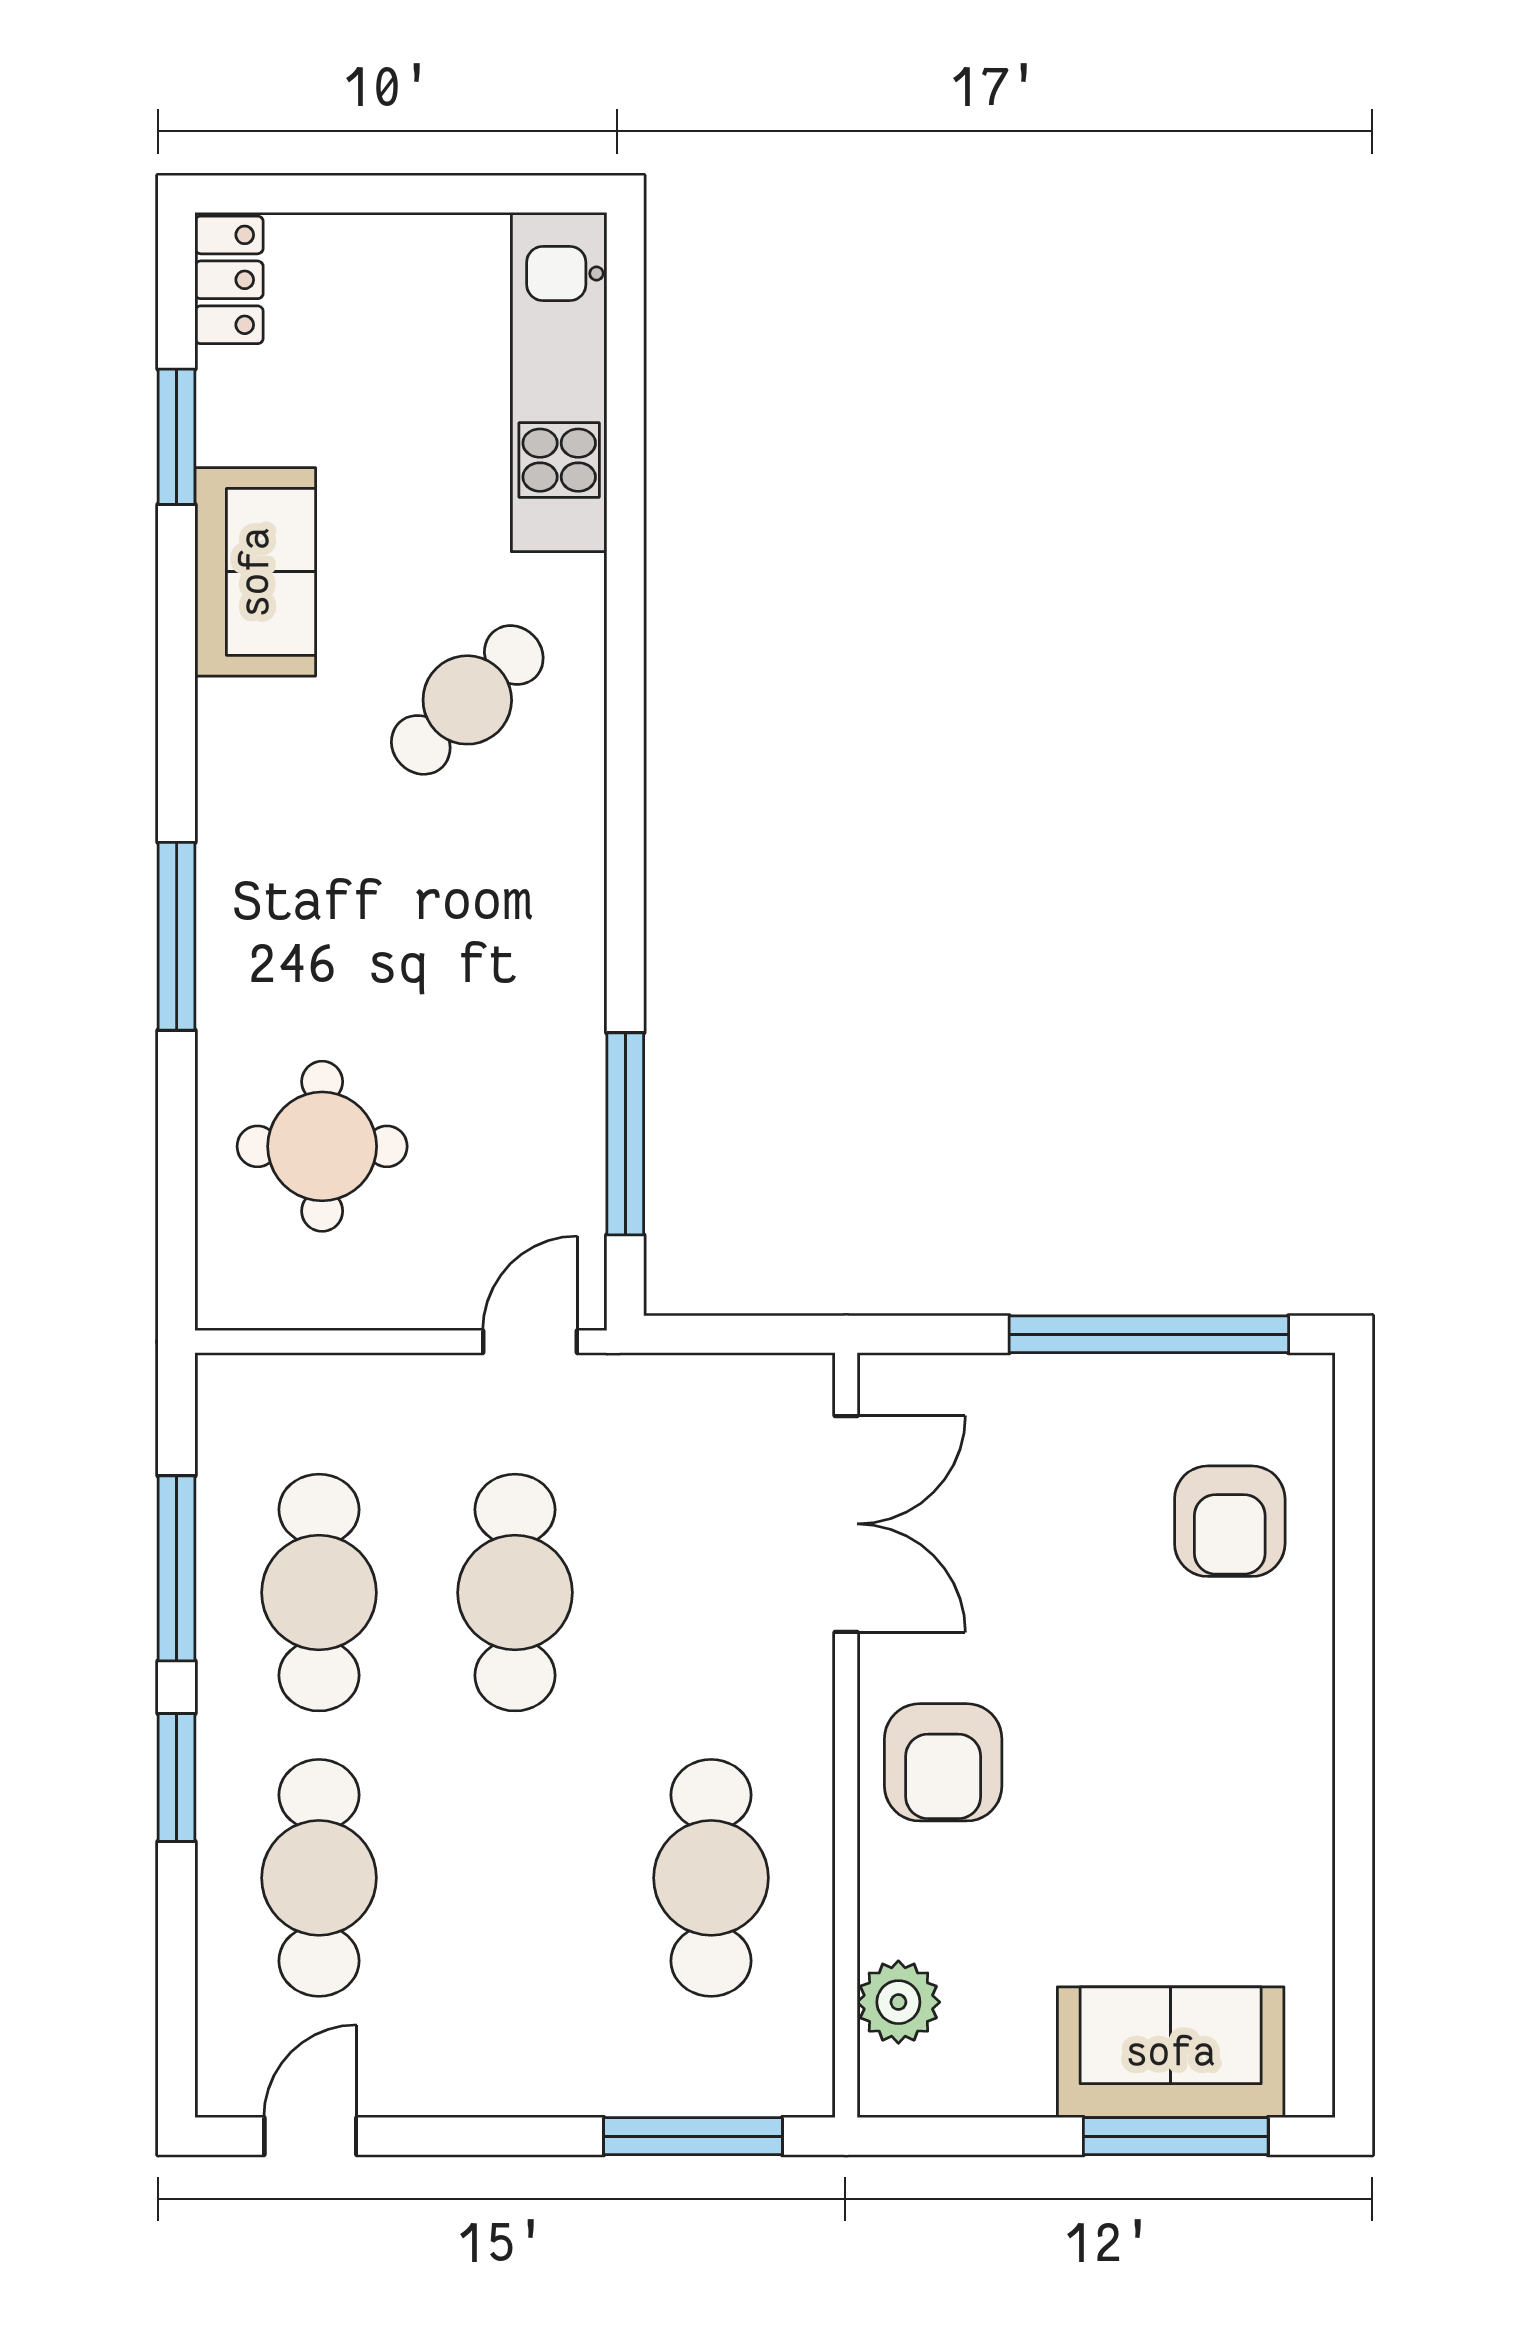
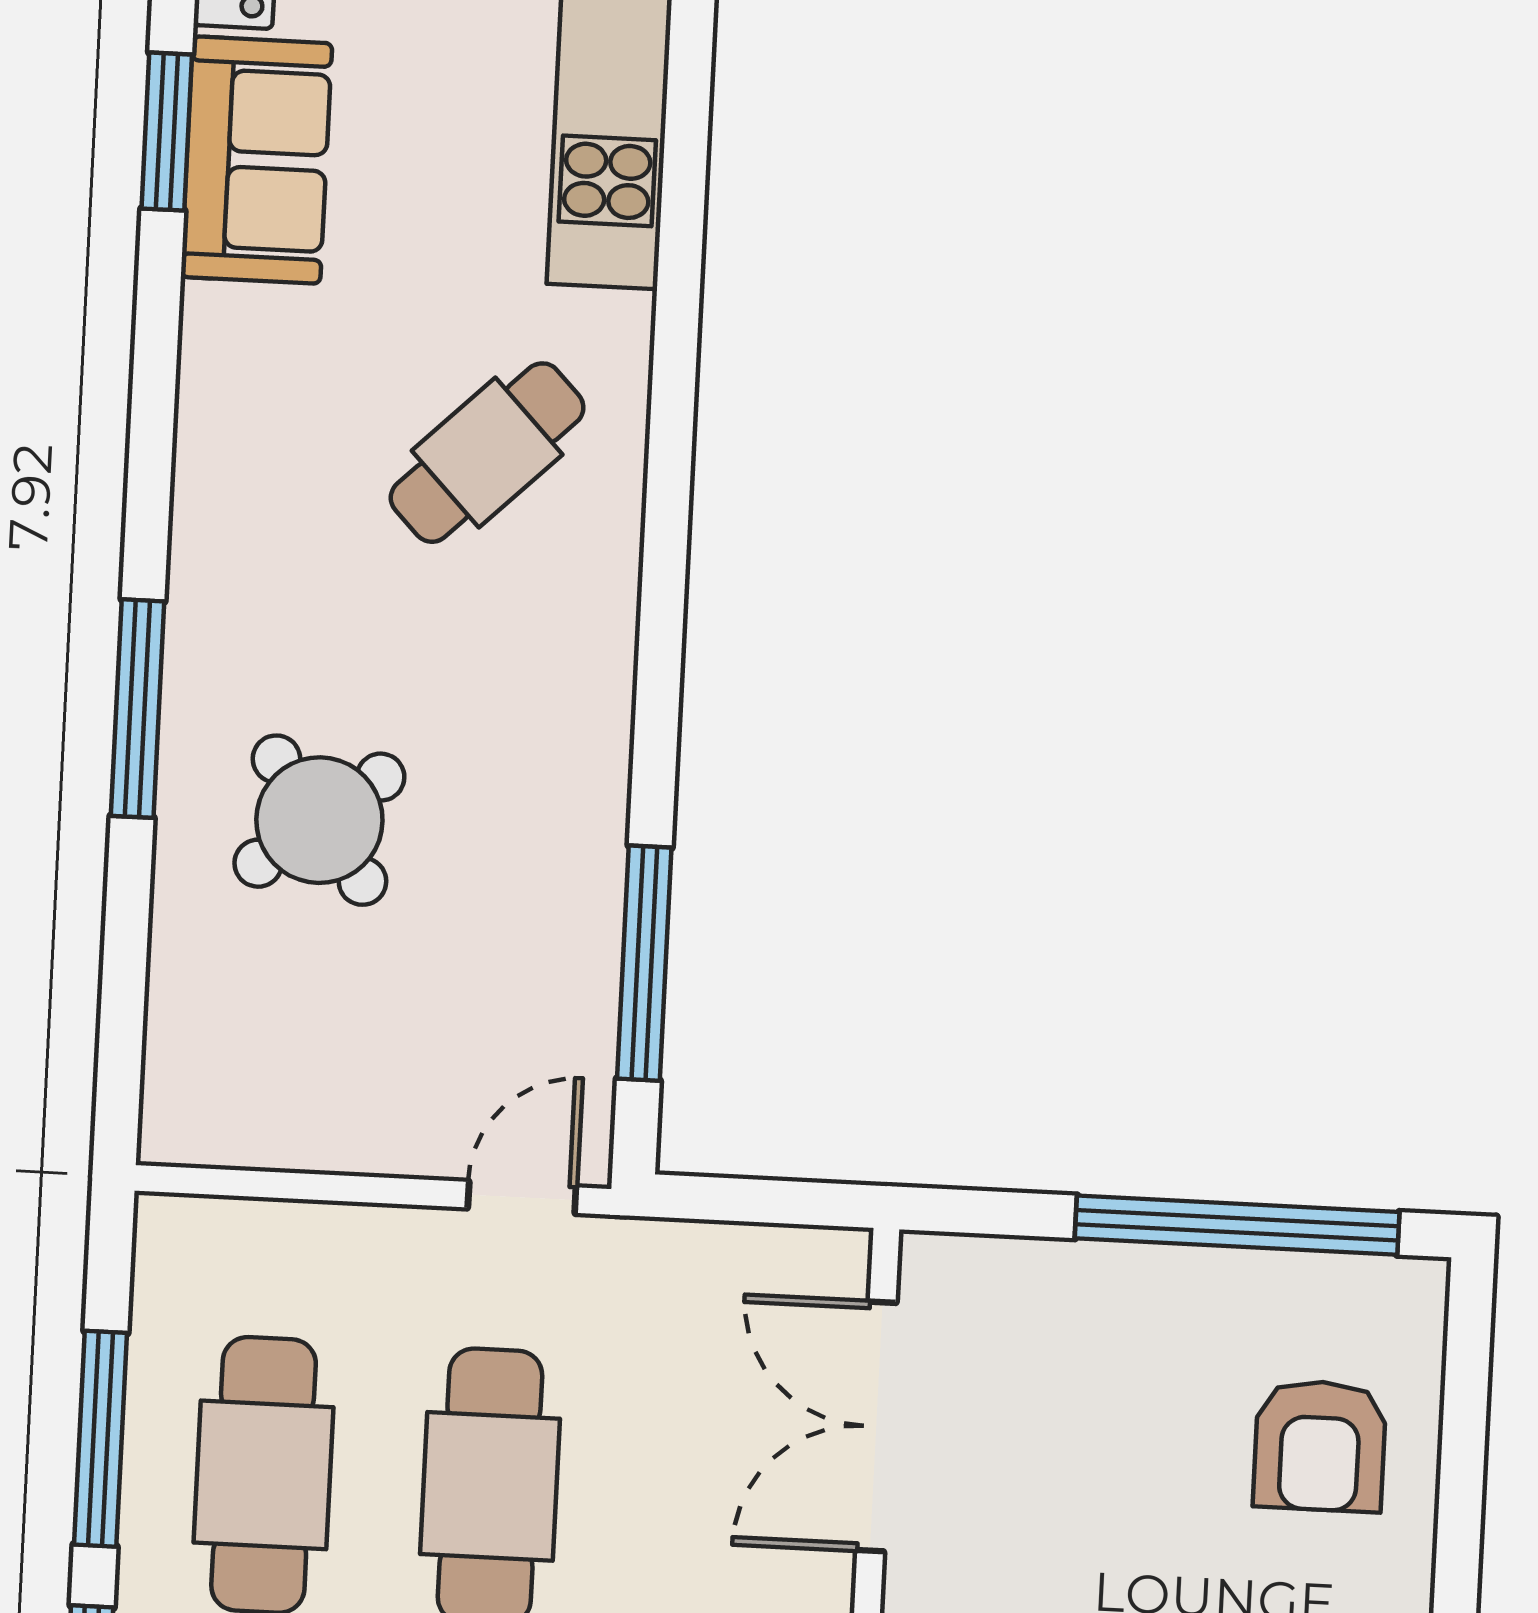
sofa: (255, 572) -> (256, 160), moved
round table: (322, 1146) -> (319, 820), moved, turned -38
double door: (846, 1524) -> (876, 1427), swing flipped

